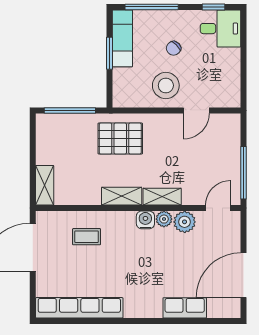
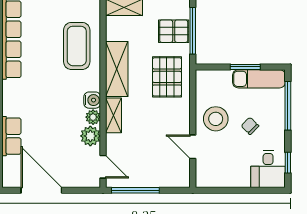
pallet: (71, 131) -> (174, 31), added
shelving: (122, 196) -> (117, 69), width x1.50, depth x1.33
coffee table: (87, 237) -> (77, 46), width x1.86, depth x1.72

